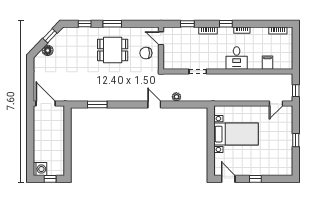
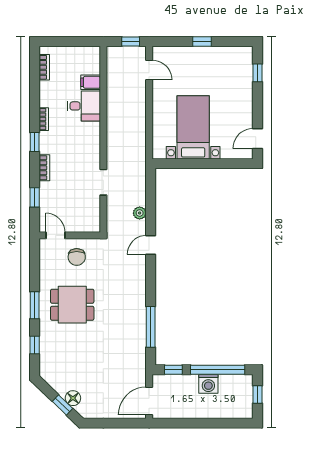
window: (50, 36) -> (63, 405), moved
door: (161, 38) -> (55, 235), swing flipped
dining table: (113, 50) -> (72, 305), turned 90
desk: (237, 58) -> (84, 106), moved
window: (97, 104) -> (151, 327), width x1.44
window: (67, 120) -> (173, 370), added
window: (67, 151) -> (218, 370), added
washing machine: (40, 169) -> (208, 384), moved, turned 180
window: (255, 179) -> (257, 73), moved

